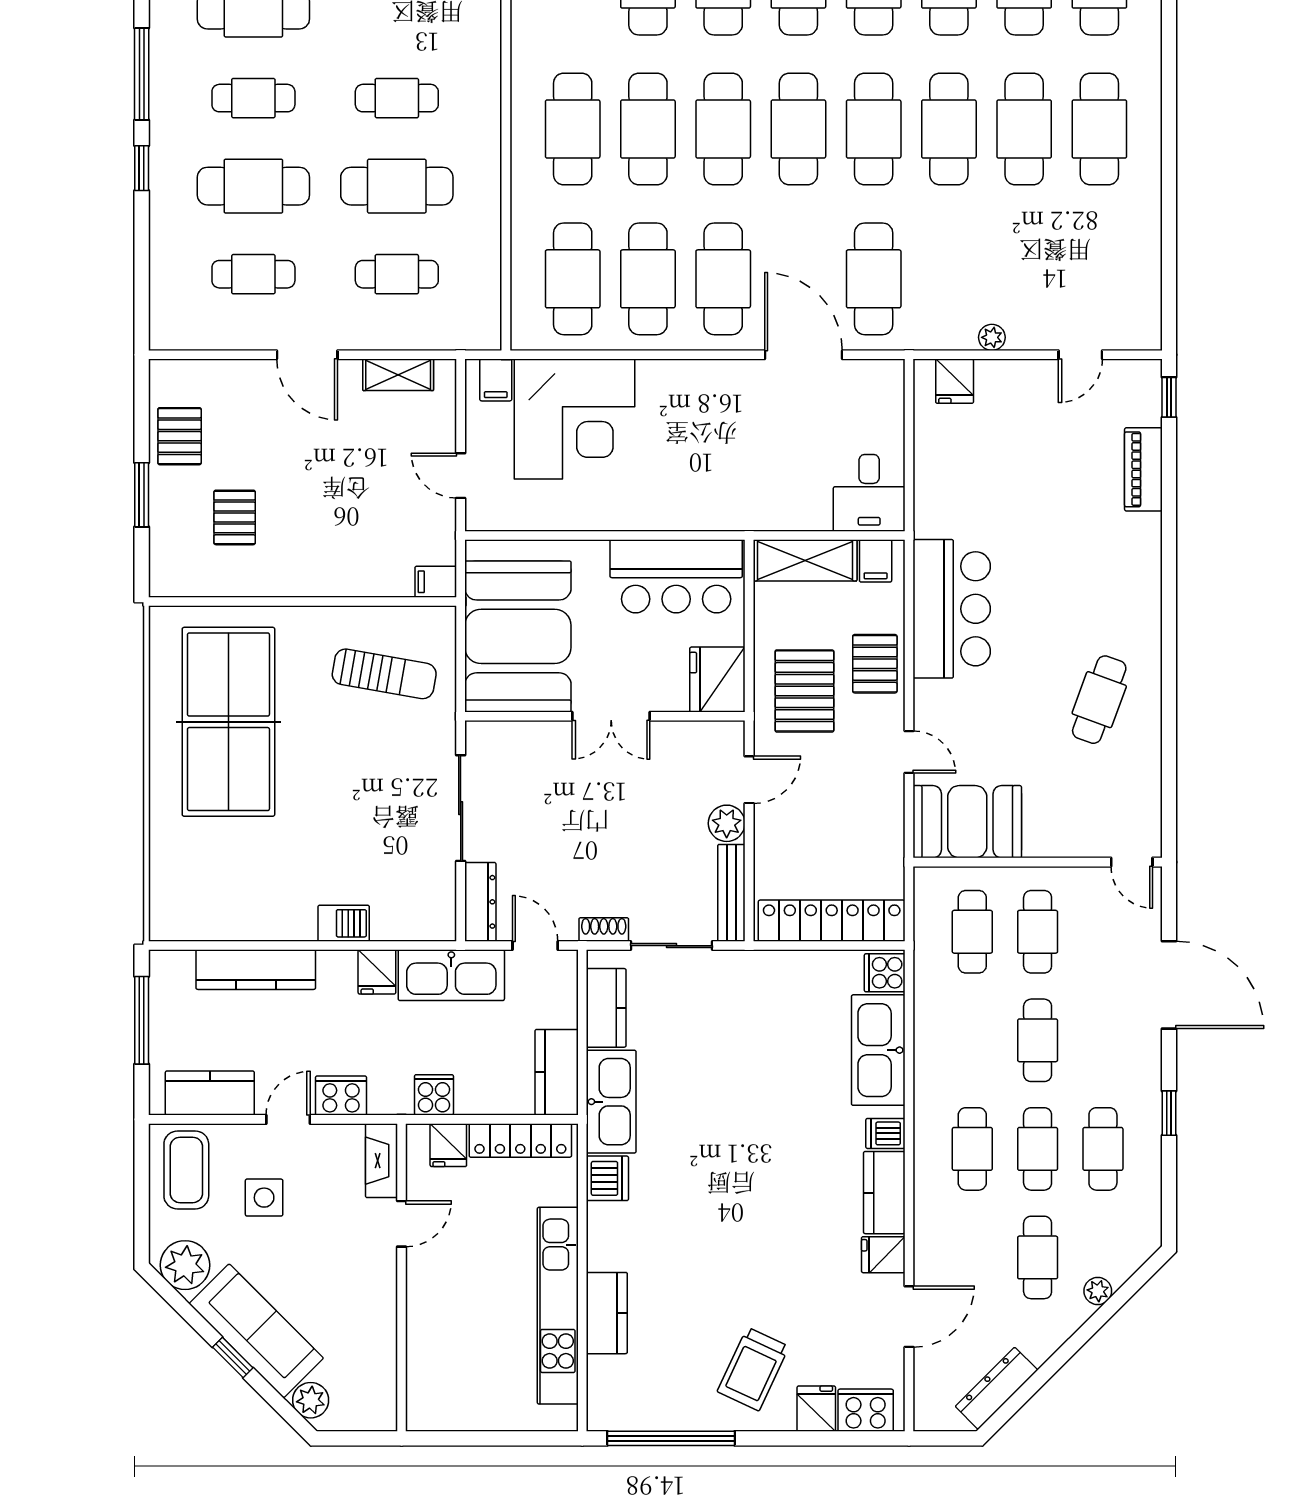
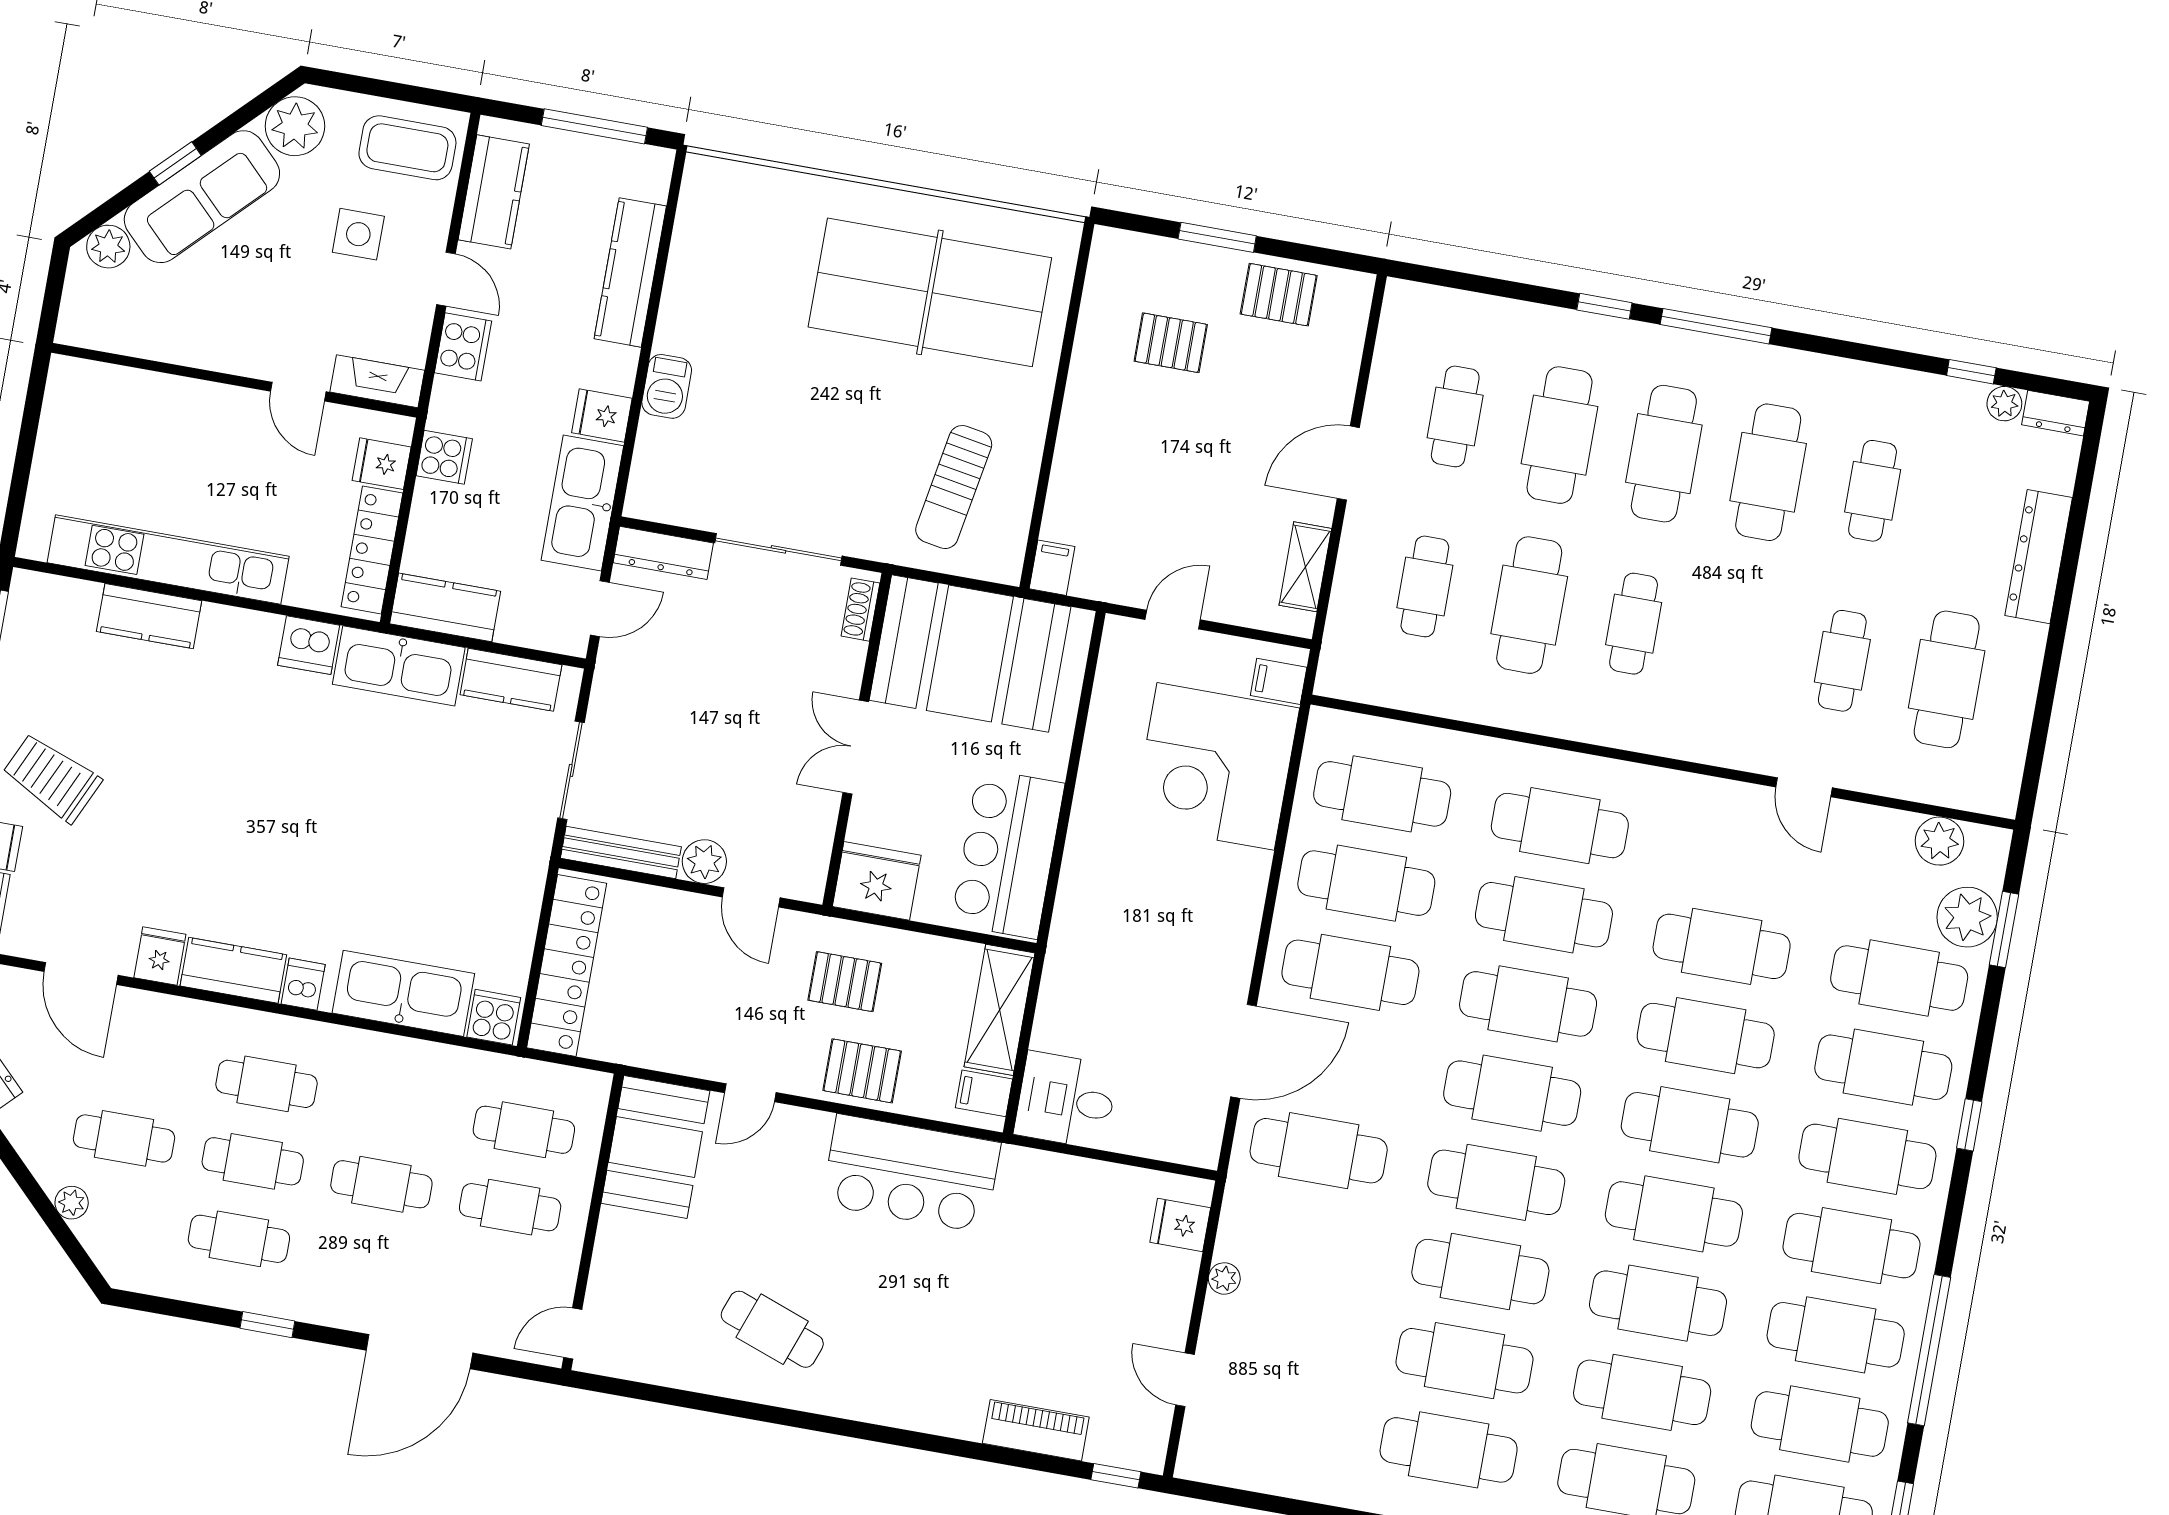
cafe table: (253, 98) -> (1664, 454), width x1.37, depth x1.35
pallet: (804, 691) -> (845, 982), width x0.67, depth x0.71
shoe rack: (604, 929) -> (860, 610), moved, turned 180

